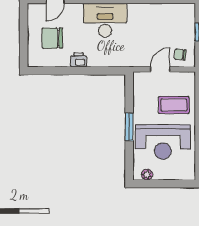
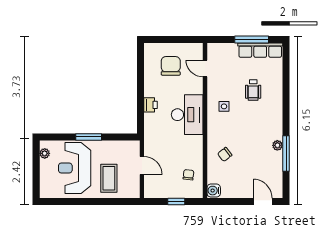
chair: (180, 54) -> (188, 175), moved
printer: (79, 60) -> (150, 105), moved

